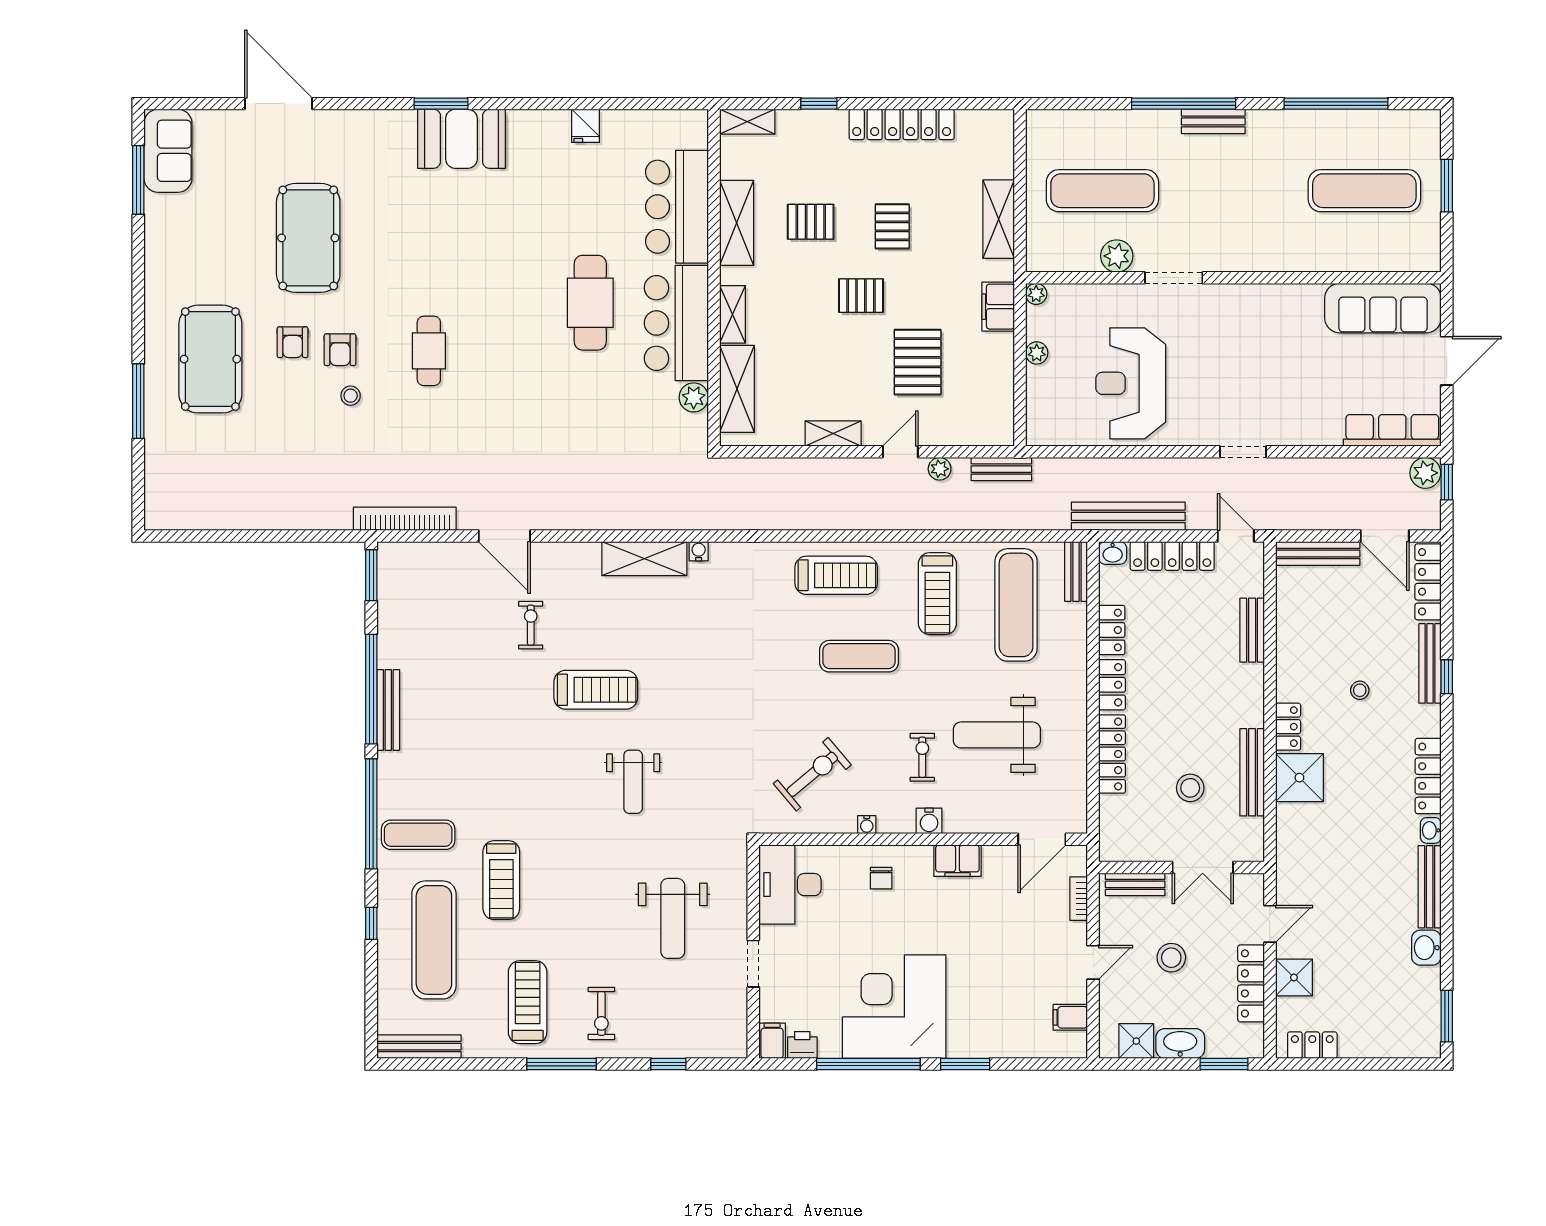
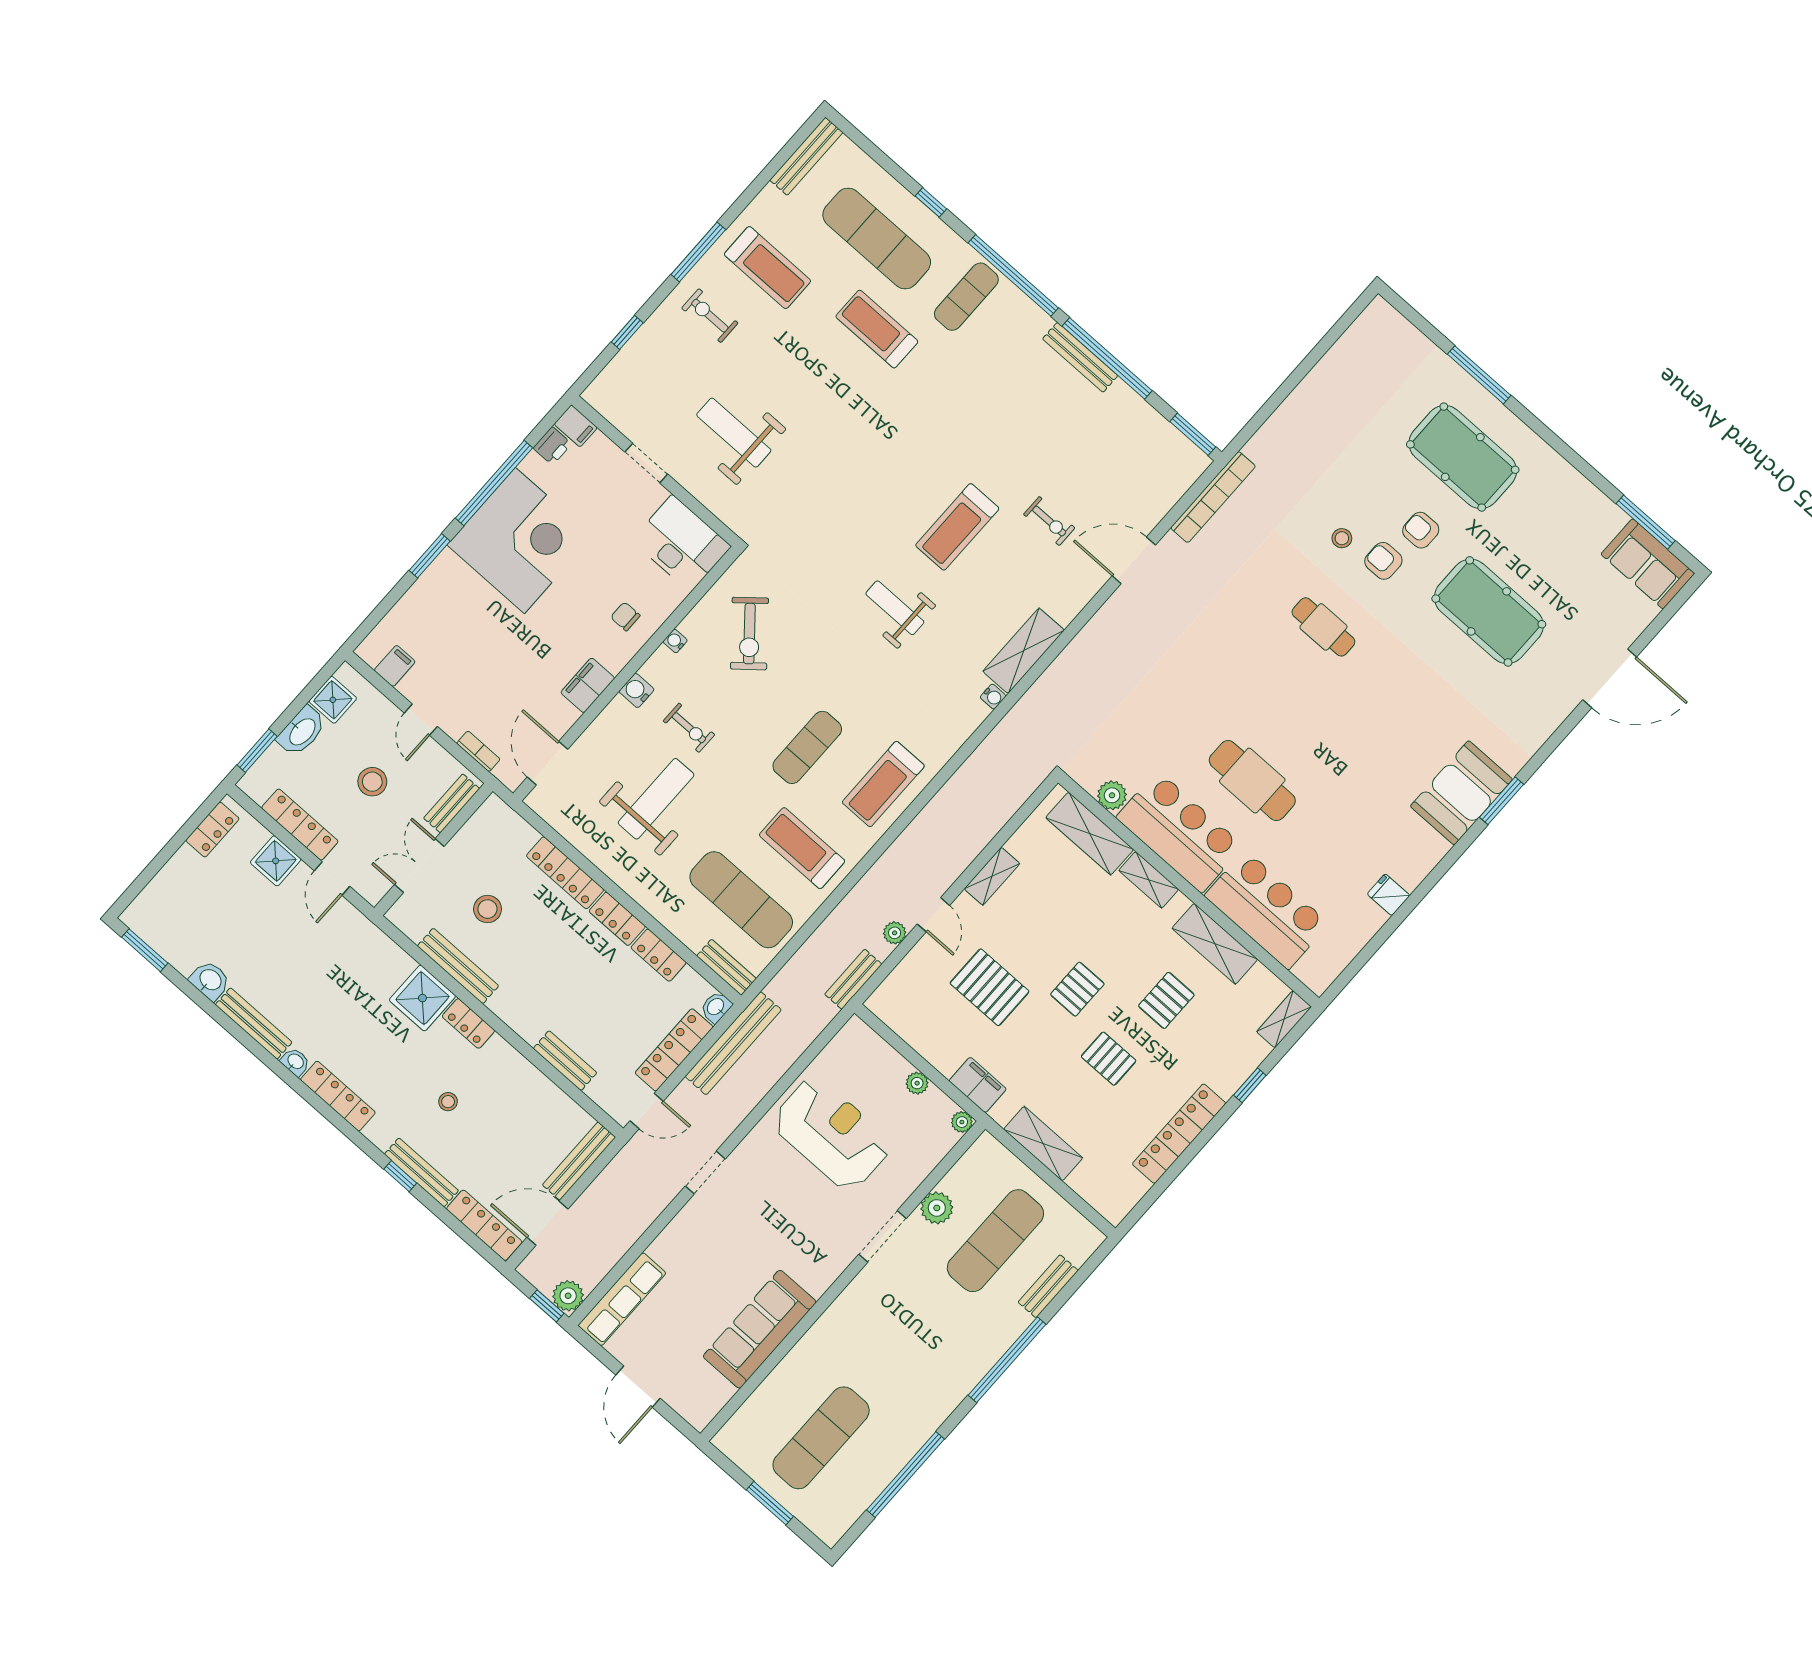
bench: (1213, 121) -> (1048, 1286), moved
sofa: (1383, 308) -> (760, 1329), moved
weight bench: (633, 782) -> (895, 608), moved

